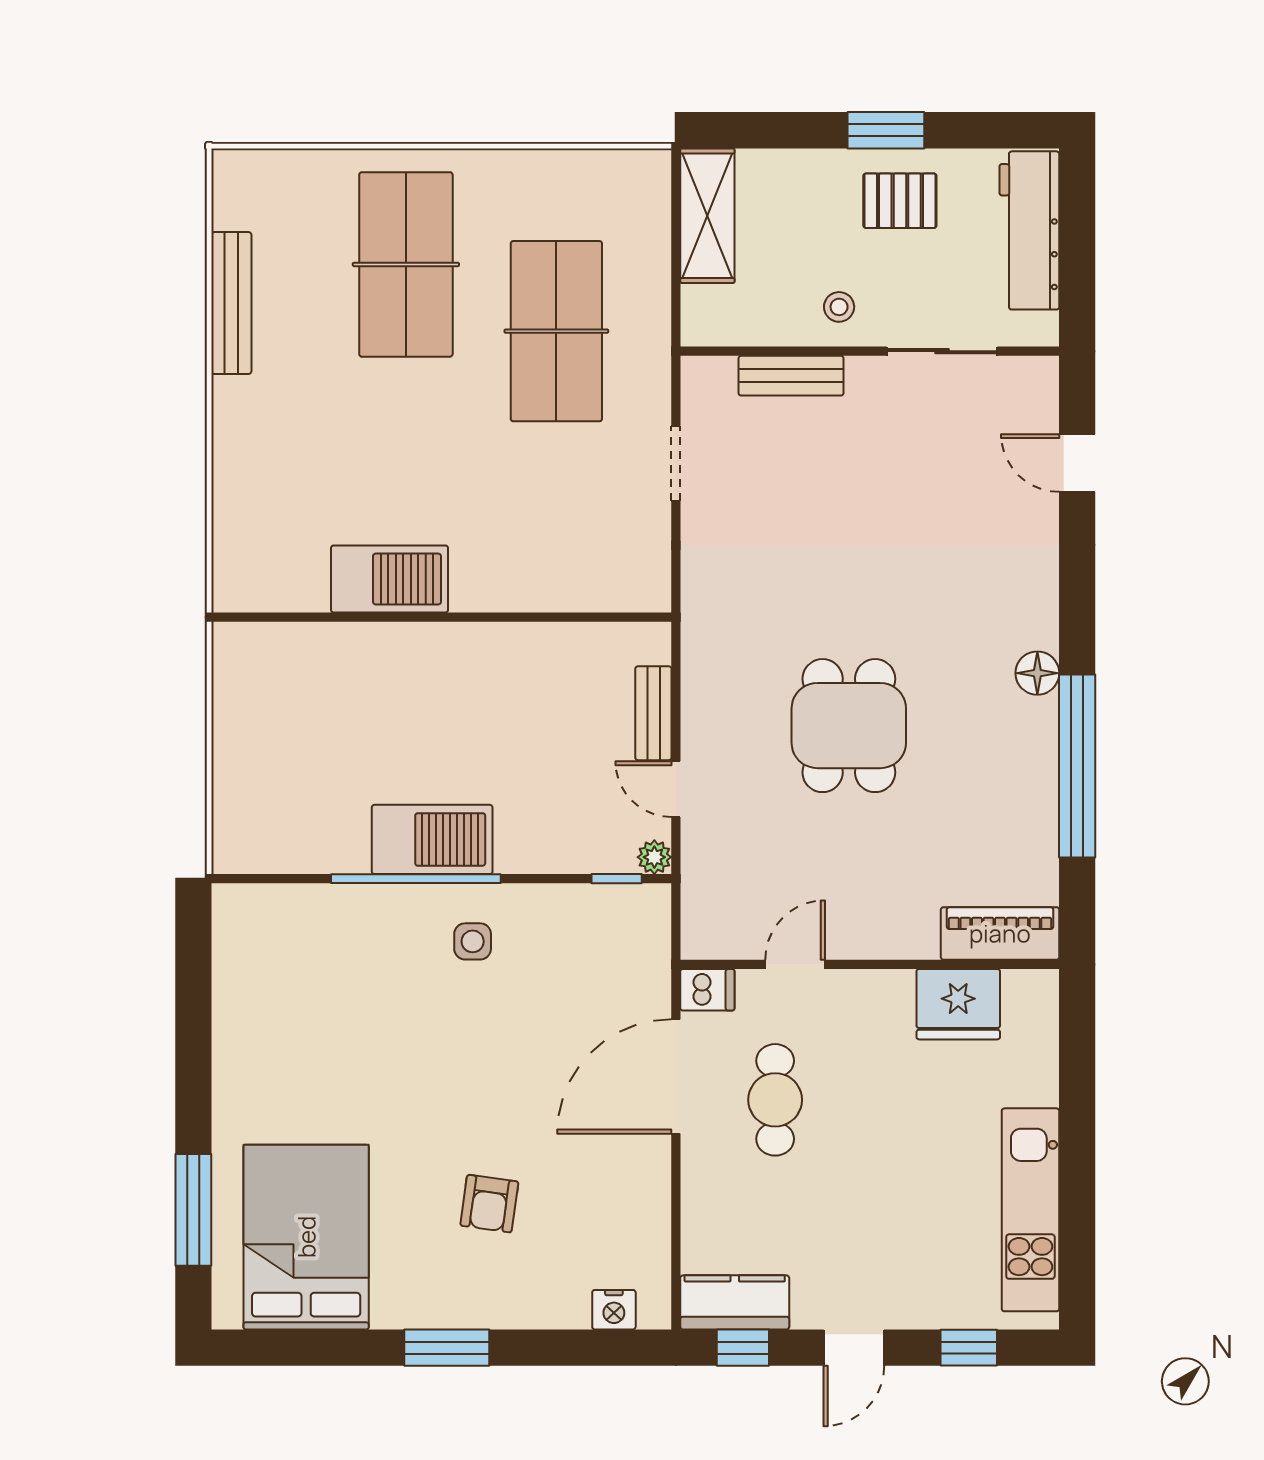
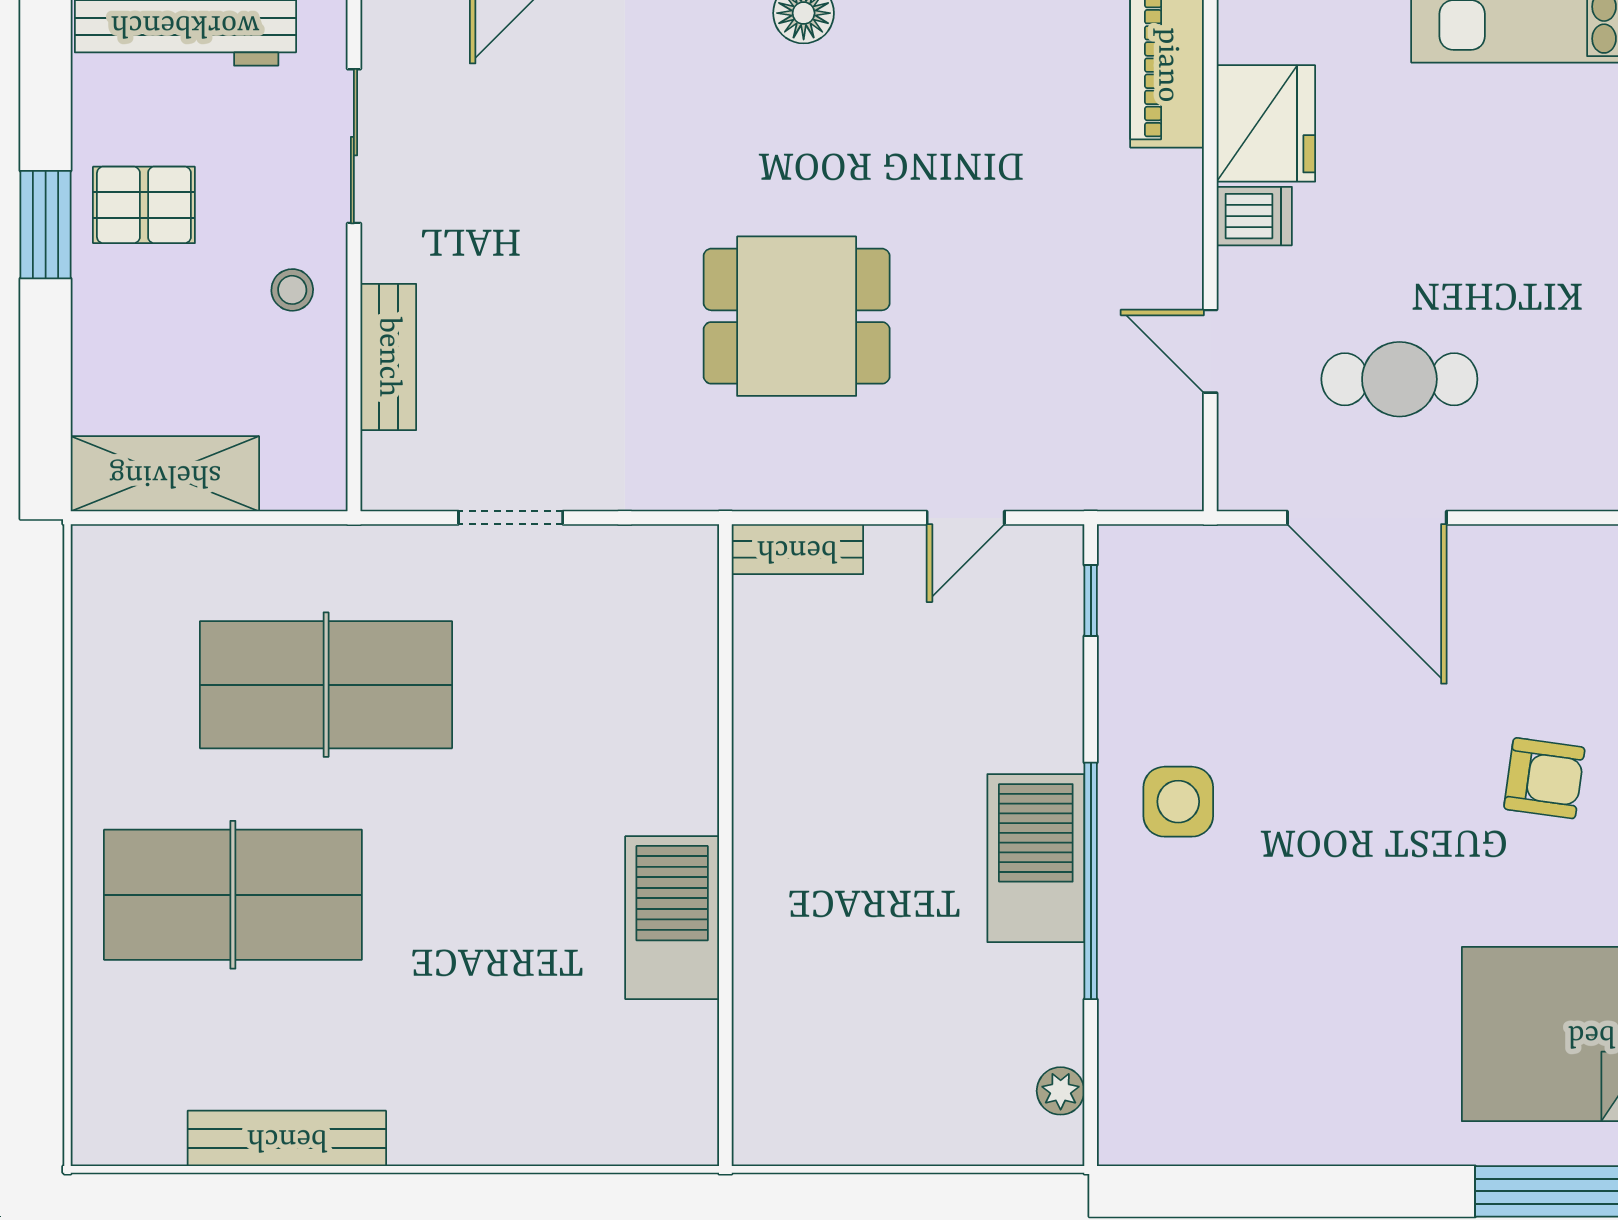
pallet: (900, 201) -> (144, 205), turned 90
bench: (653, 713) -> (797, 549), moved
dining table: (849, 726) -> (797, 316), moved
plant: (654, 857) -> (1061, 1091), moved
side table: (473, 941) -> (1178, 802), width x1.37, depth x1.37
dishwasher: (707, 990) -> (1254, 216), moved, turned 90

